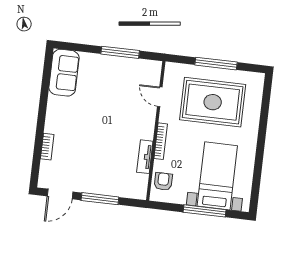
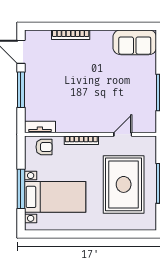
bookcase: (47, 147) -> (71, 35), width x1.56
tv unit: (145, 157) -> (40, 127), moved

